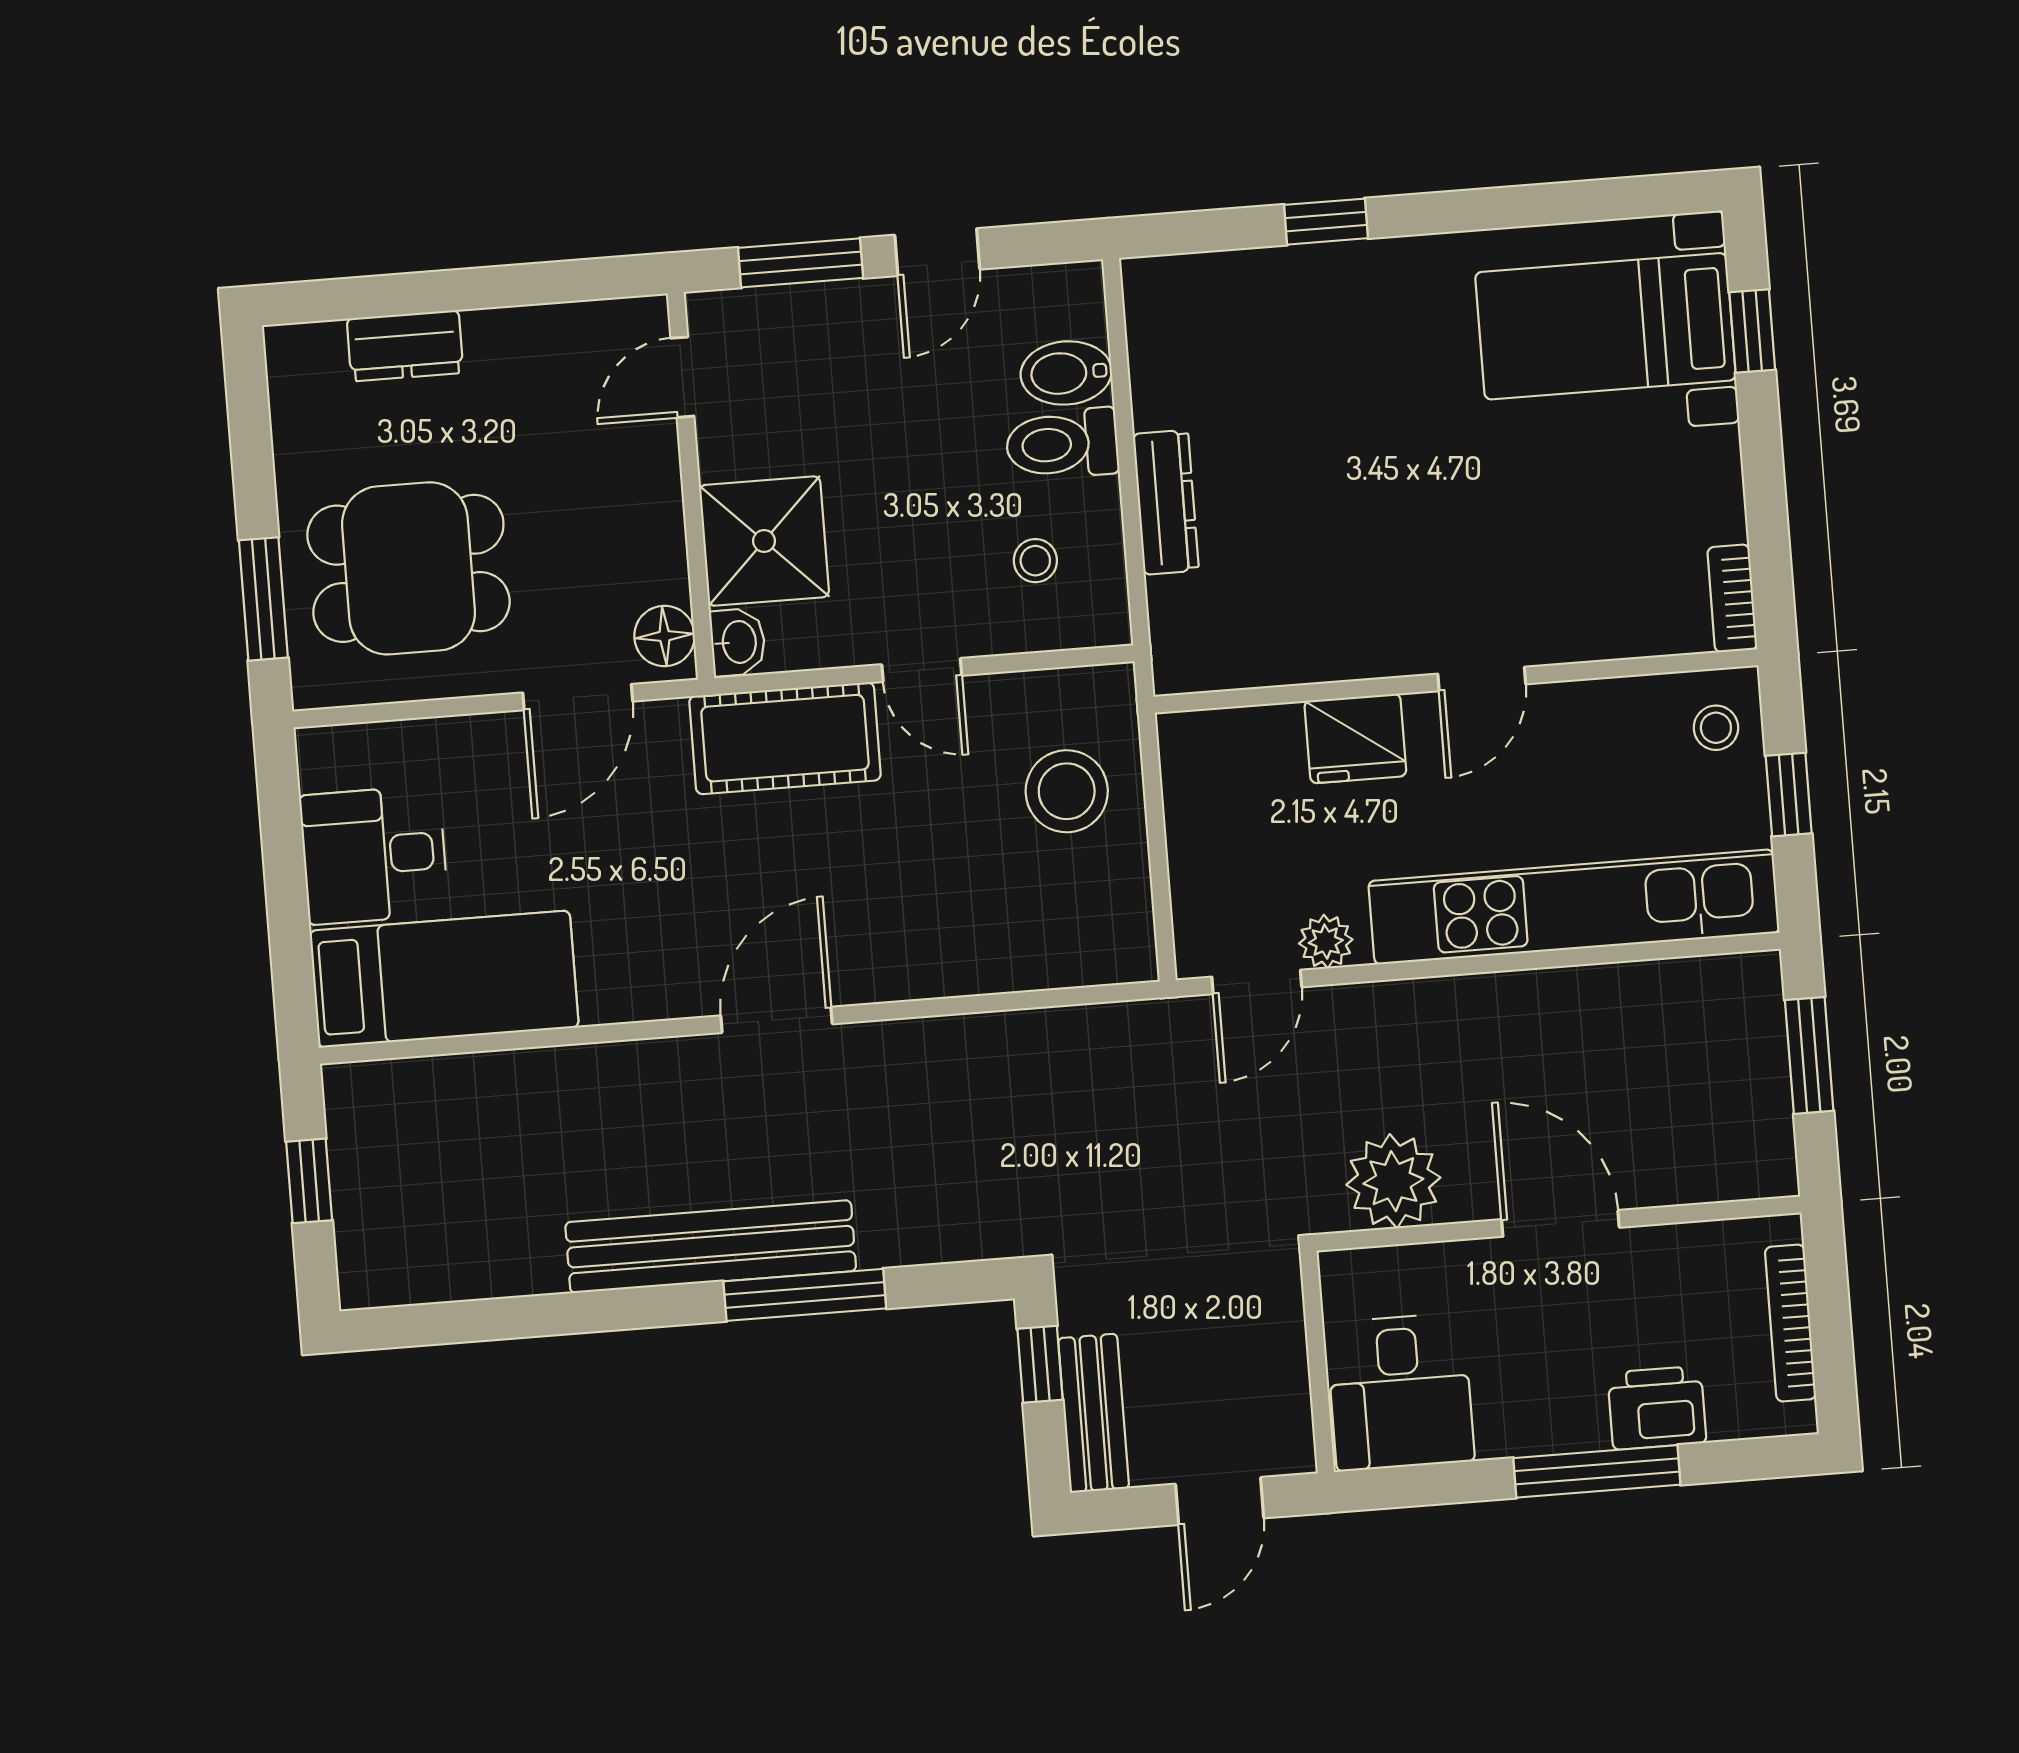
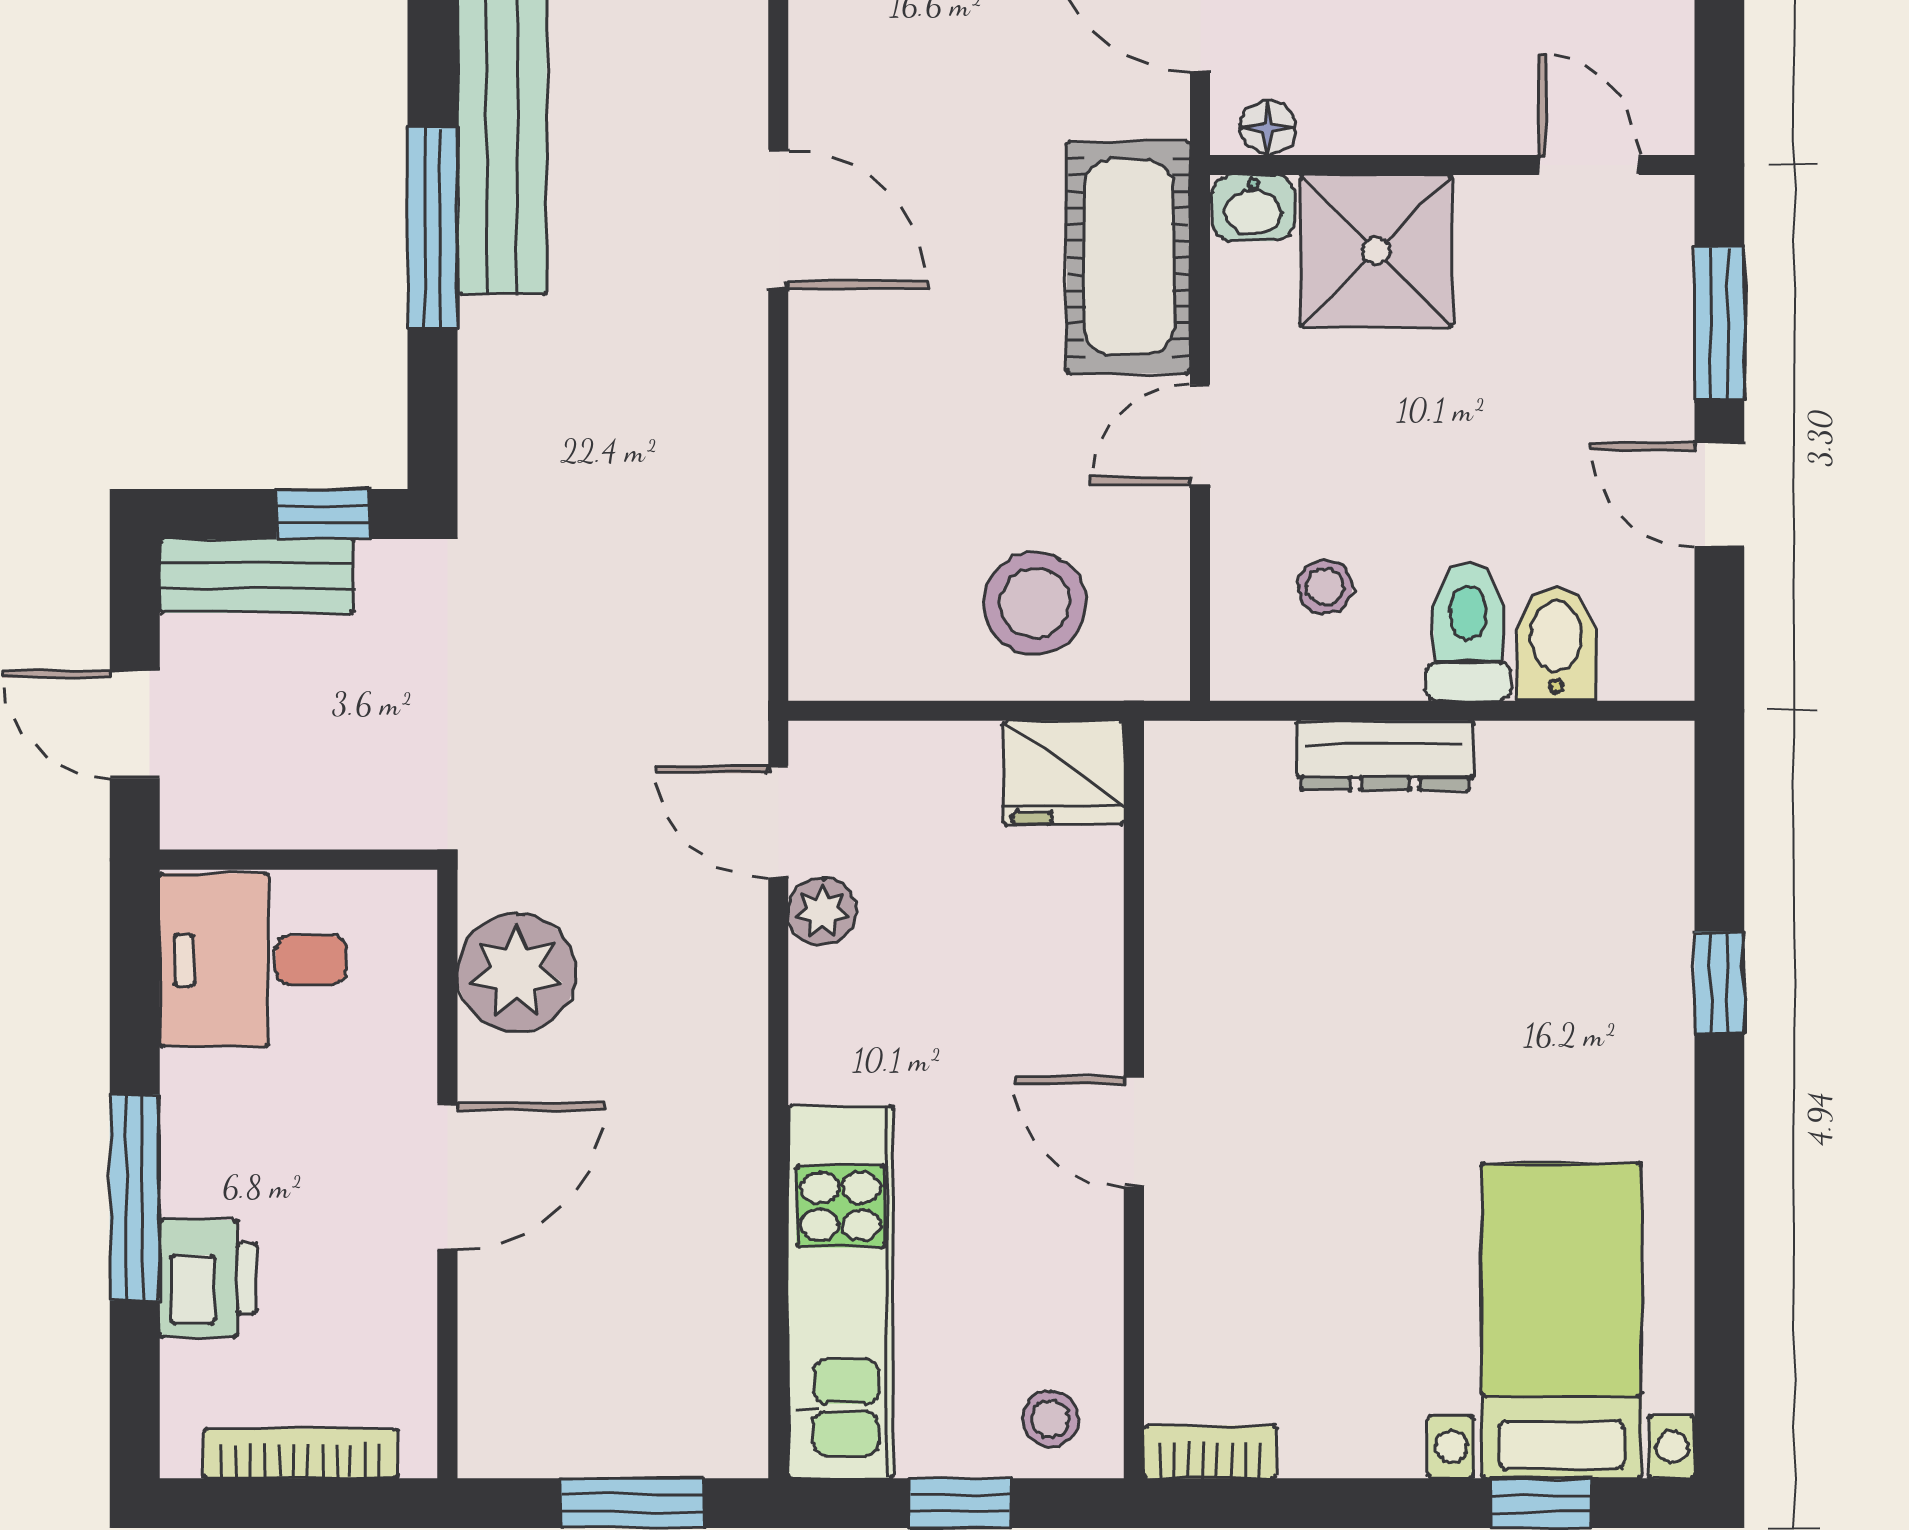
floor lamp: (664, 636) -> (1268, 127), width x0.73, depth x0.73
fridge: (1355, 738) -> (1064, 773), moved, turned -90
kitchen unit: (1574, 907) -> (841, 1292), width x0.73

